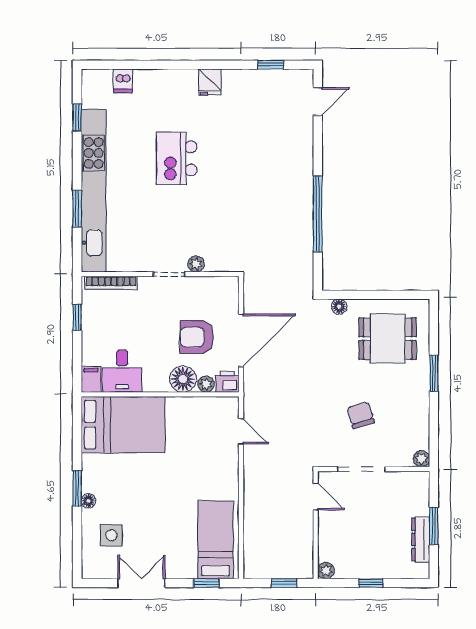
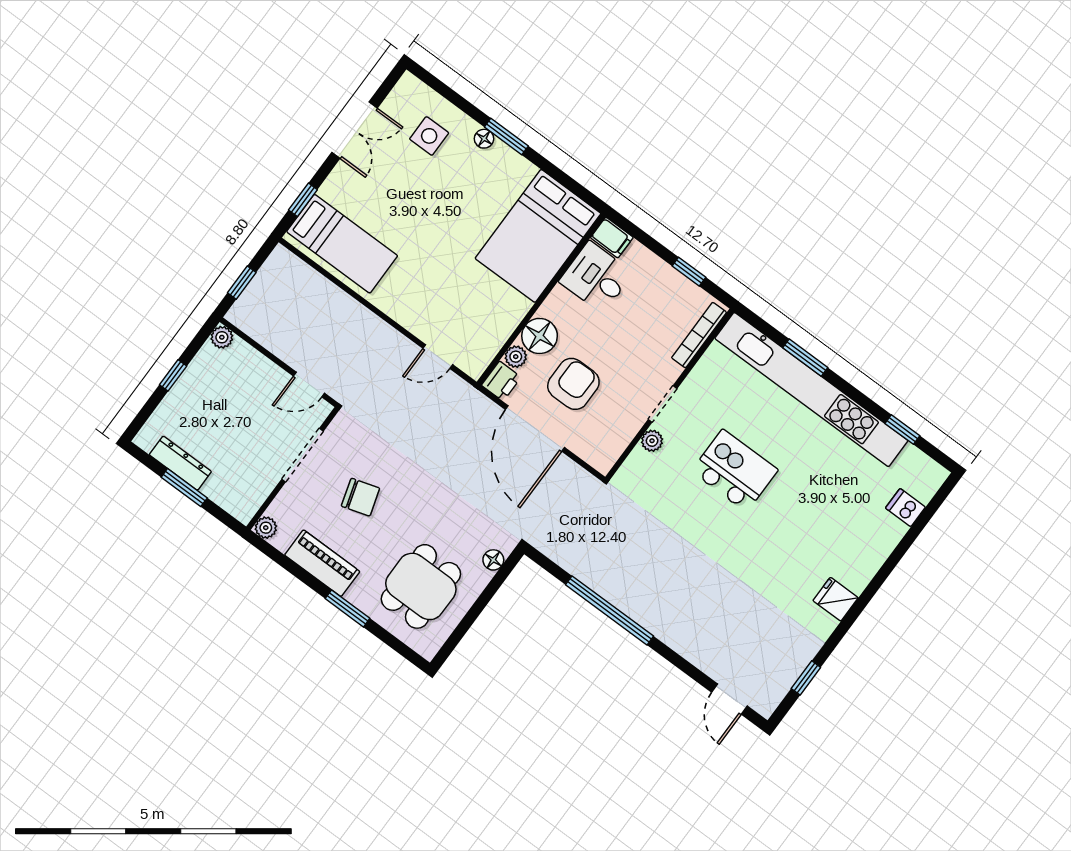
kitchen island: (177, 158) -> (735, 471), moved
piano: (418, 409) -> (322, 563), added

